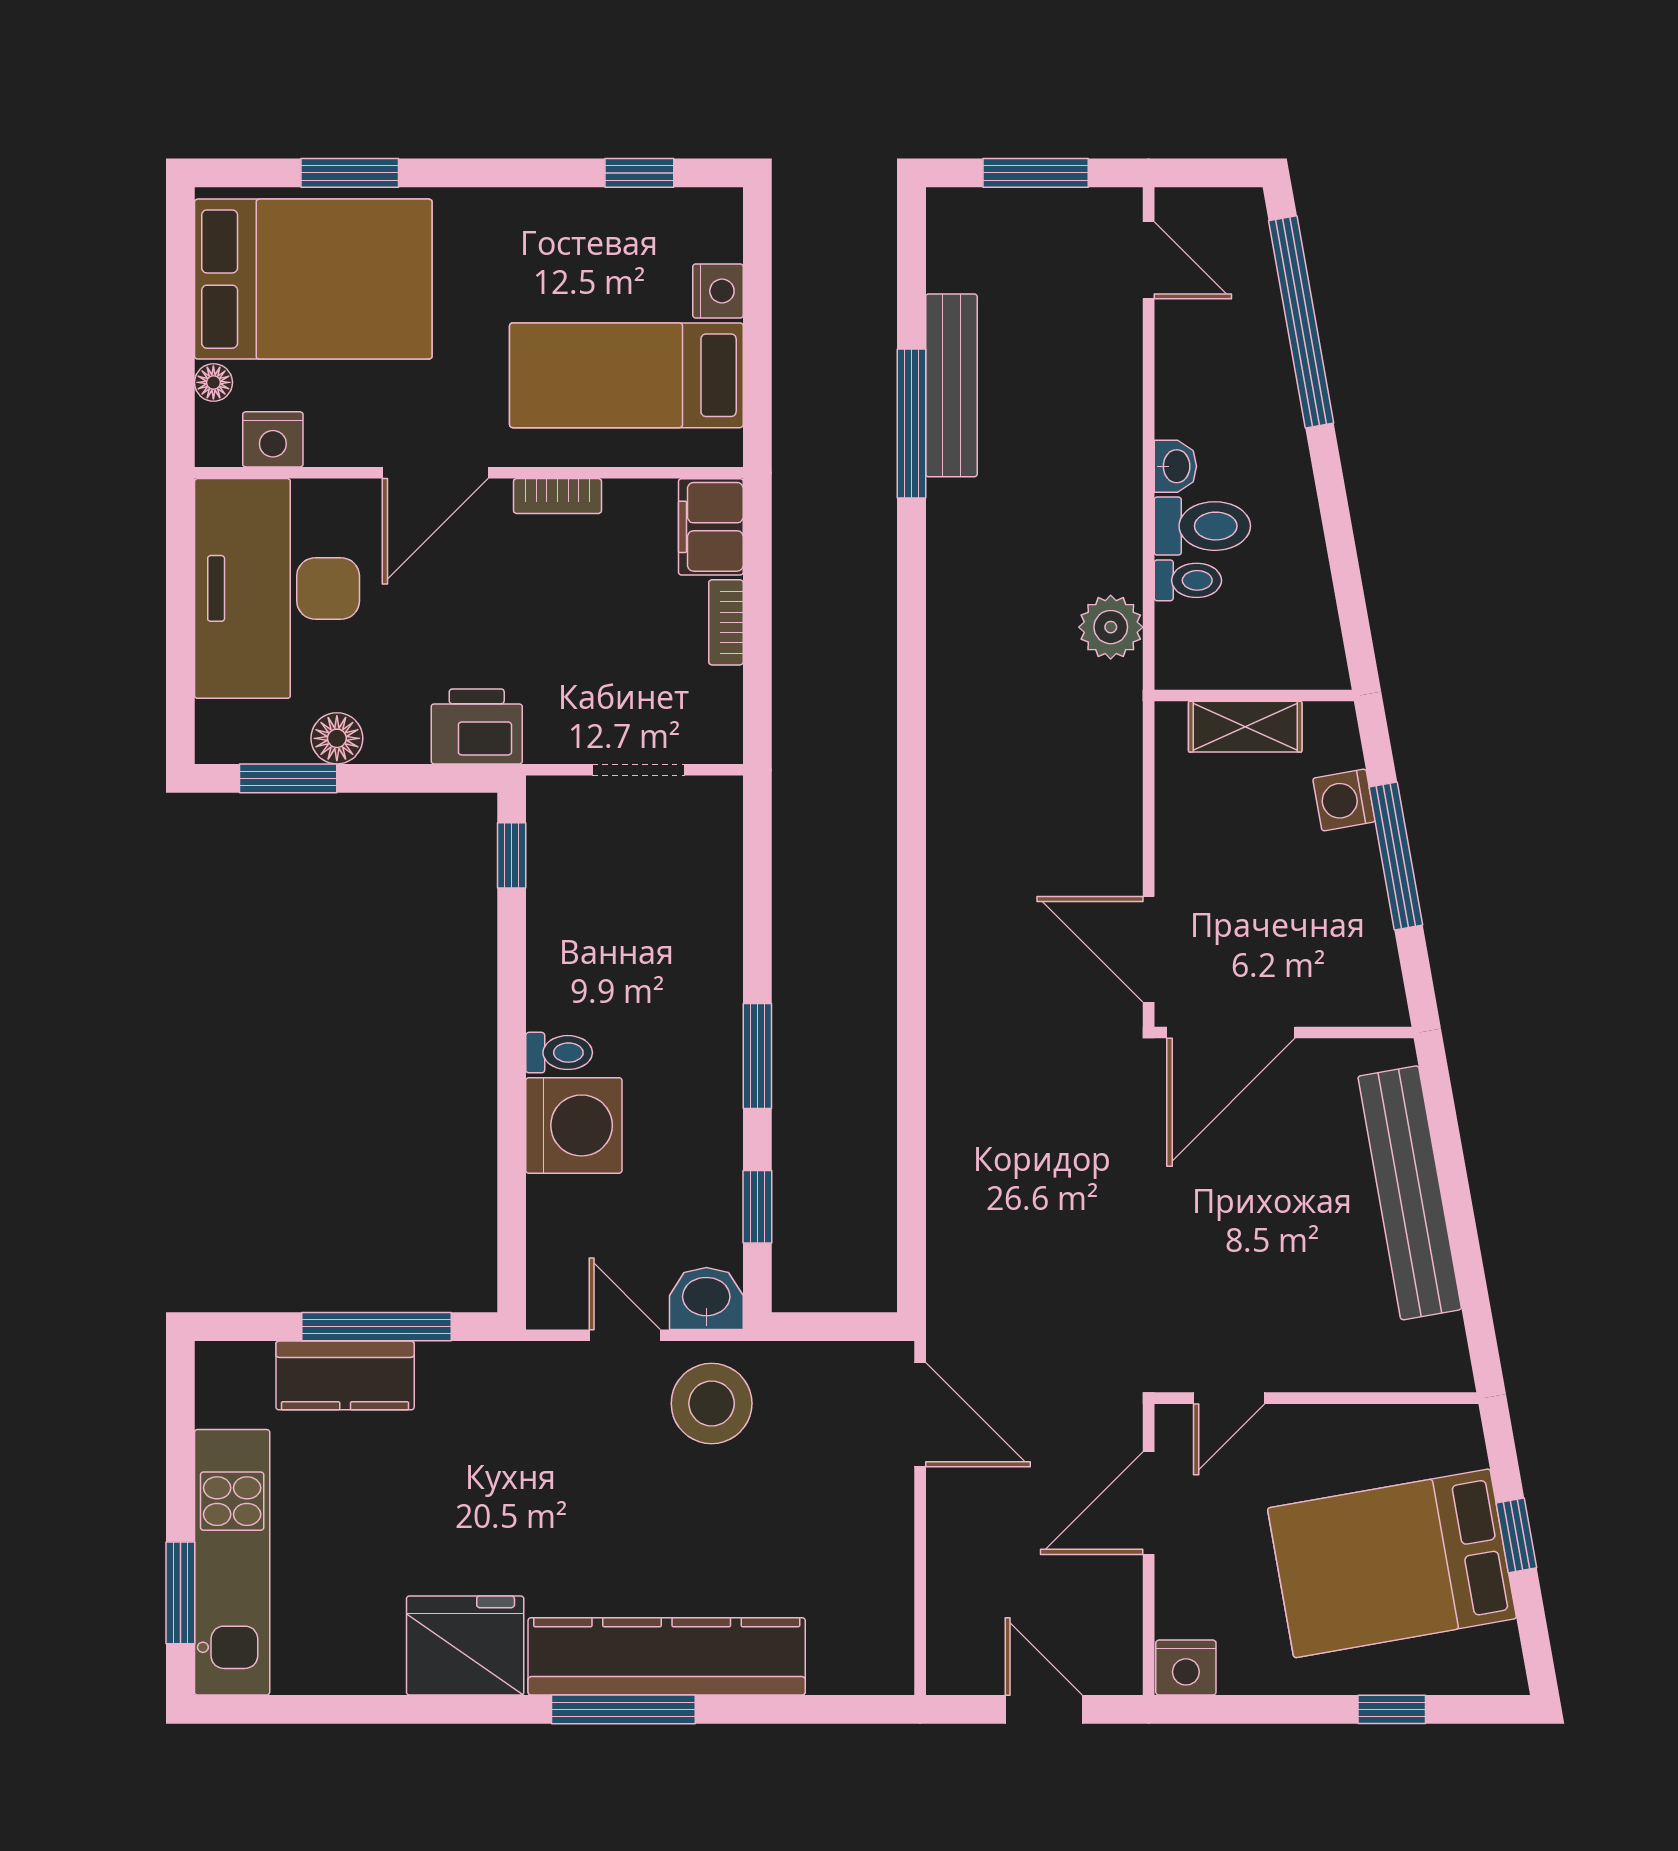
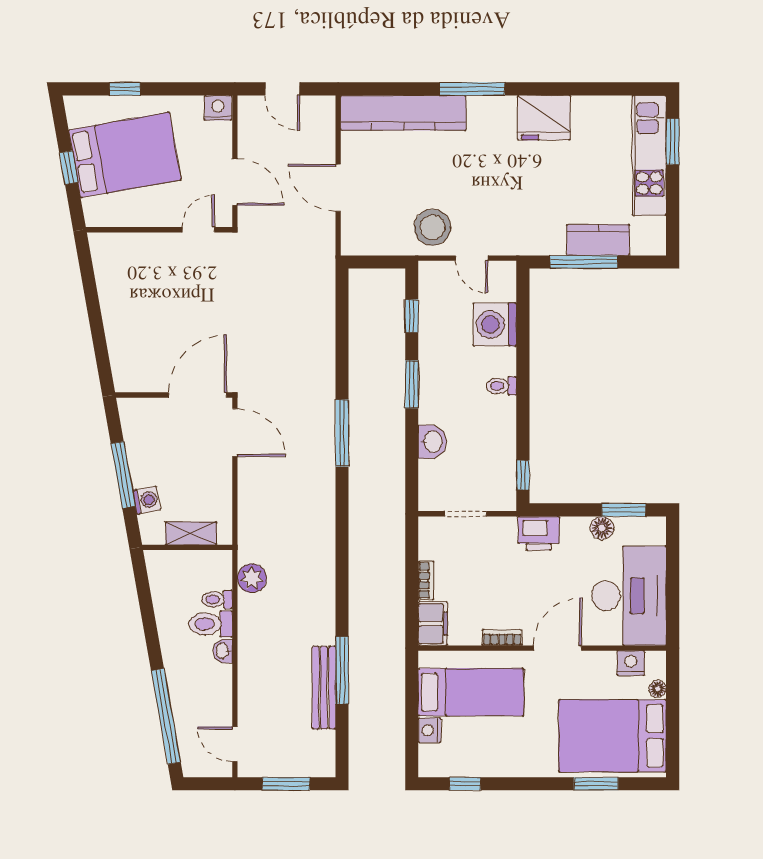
window: (912, 948) -> (342, 433), added
washing machine: (574, 1125) -> (495, 324), moved
bench: (1410, 1193) -> (117, 323), removed
washbasin: (706, 1298) -> (432, 442), moved, turned -90
door: (920, 1415) -> (338, 188), moved
door: (1149, 1503) -> (235, 182), hinge flipped
kitchen counter: (667, 1656) -> (403, 113), moved

